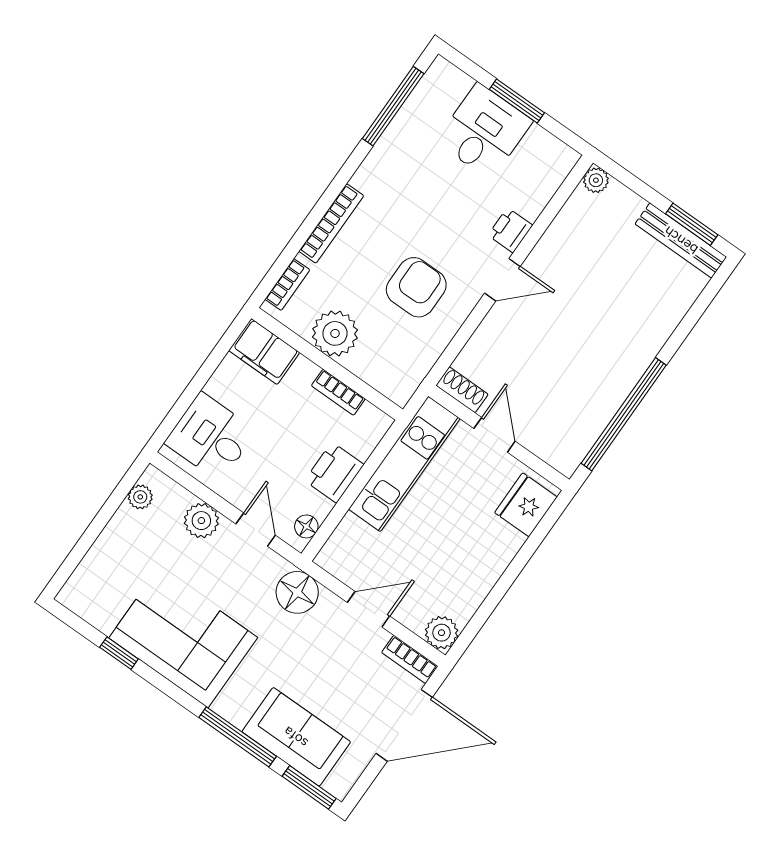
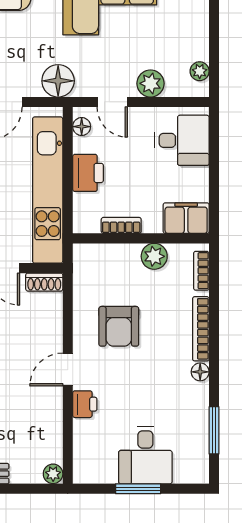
window: (393, 106) -> (214, 430), width x0.69
floor lamp: (364, 178) -> (200, 372), added
plant: (335, 333) -> (154, 256), width x0.73, depth x0.73
kitchen unit: (404, 464) -> (48, 190), width x1.36

